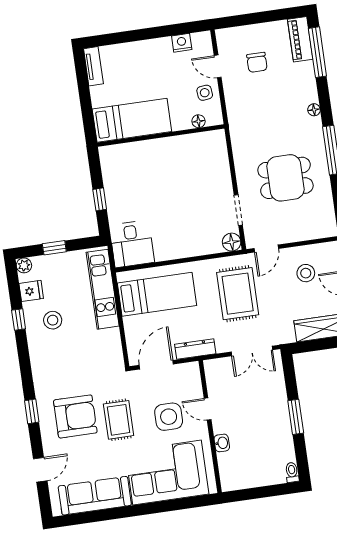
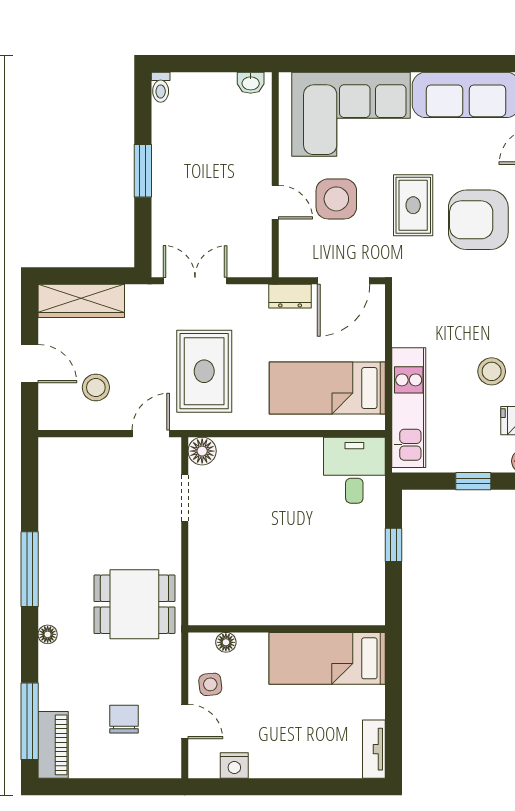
dining table: (285, 178) -> (134, 604), moved
dresser: (195, 349) -> (290, 296), width x0.70
washbasin: (222, 443) -> (251, 83), moved, turned -90

